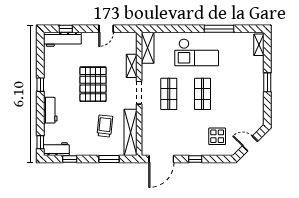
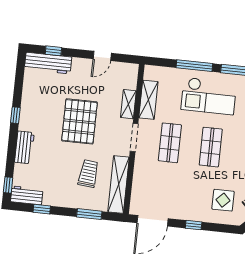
window: (182, 29) -> (194, 66), added
shelving: (148, 48) -> (148, 100), moved

